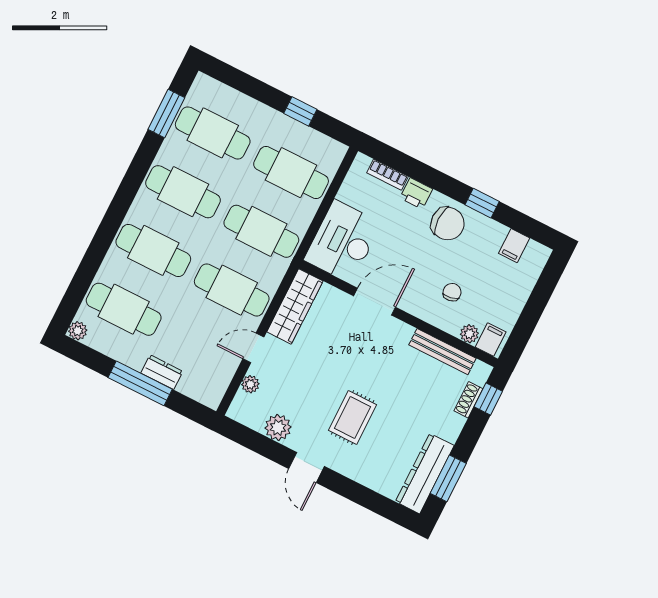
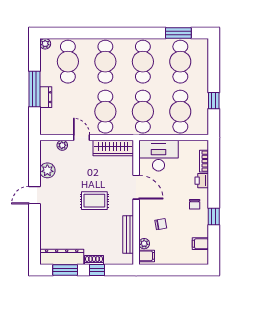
chair: (448, 224) -> (195, 204), width x0.54, depth x0.54
window: (488, 399) -> (97, 270), moved
shoe rack: (468, 400) -> (94, 260), moved
rug: (353, 418) -> (94, 201), moved

